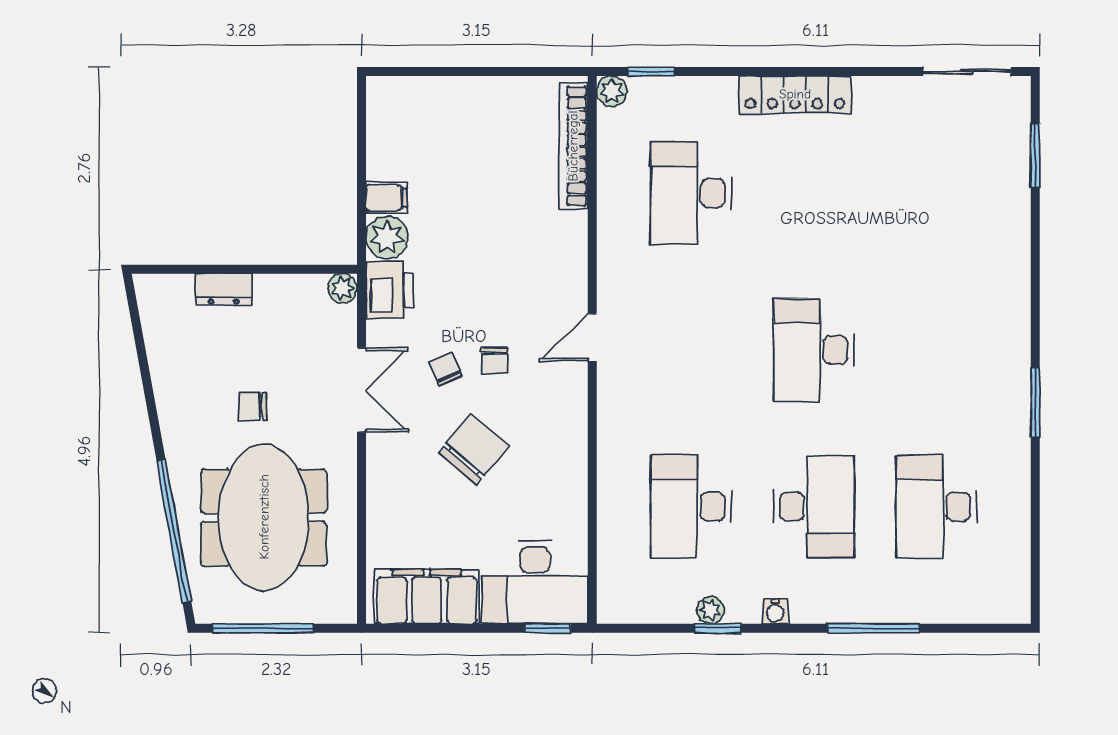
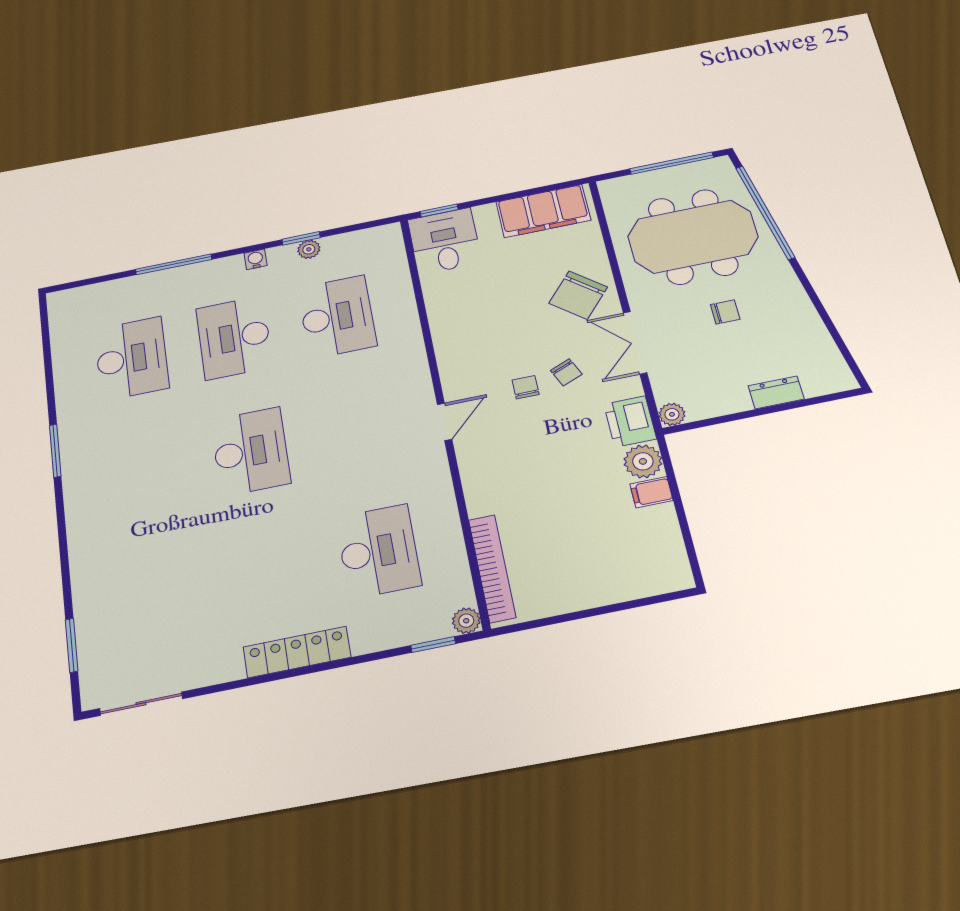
chair: (474, 449) -> (578, 295), moved
meeting table: (264, 517) -> (693, 237), turned 90
desk: (535, 582) -> (445, 241), width x0.73

